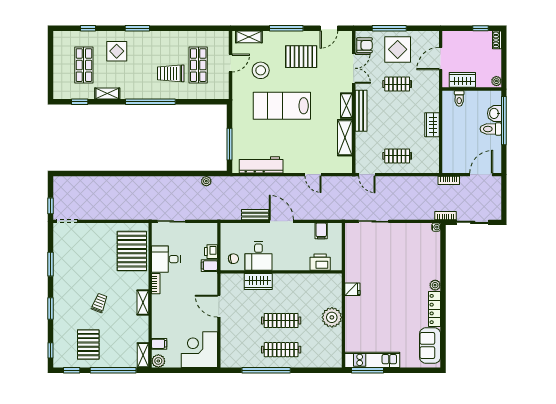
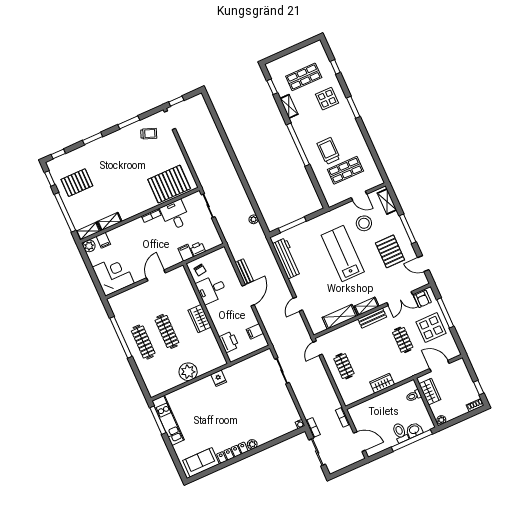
bench: (361, 111) -> (372, 318), width x0.73
wardrobe: (258, 281) -> (200, 319), moved
trolley: (99, 303) -> (149, 134), moved
shelving: (143, 303) -> (110, 222), moved

